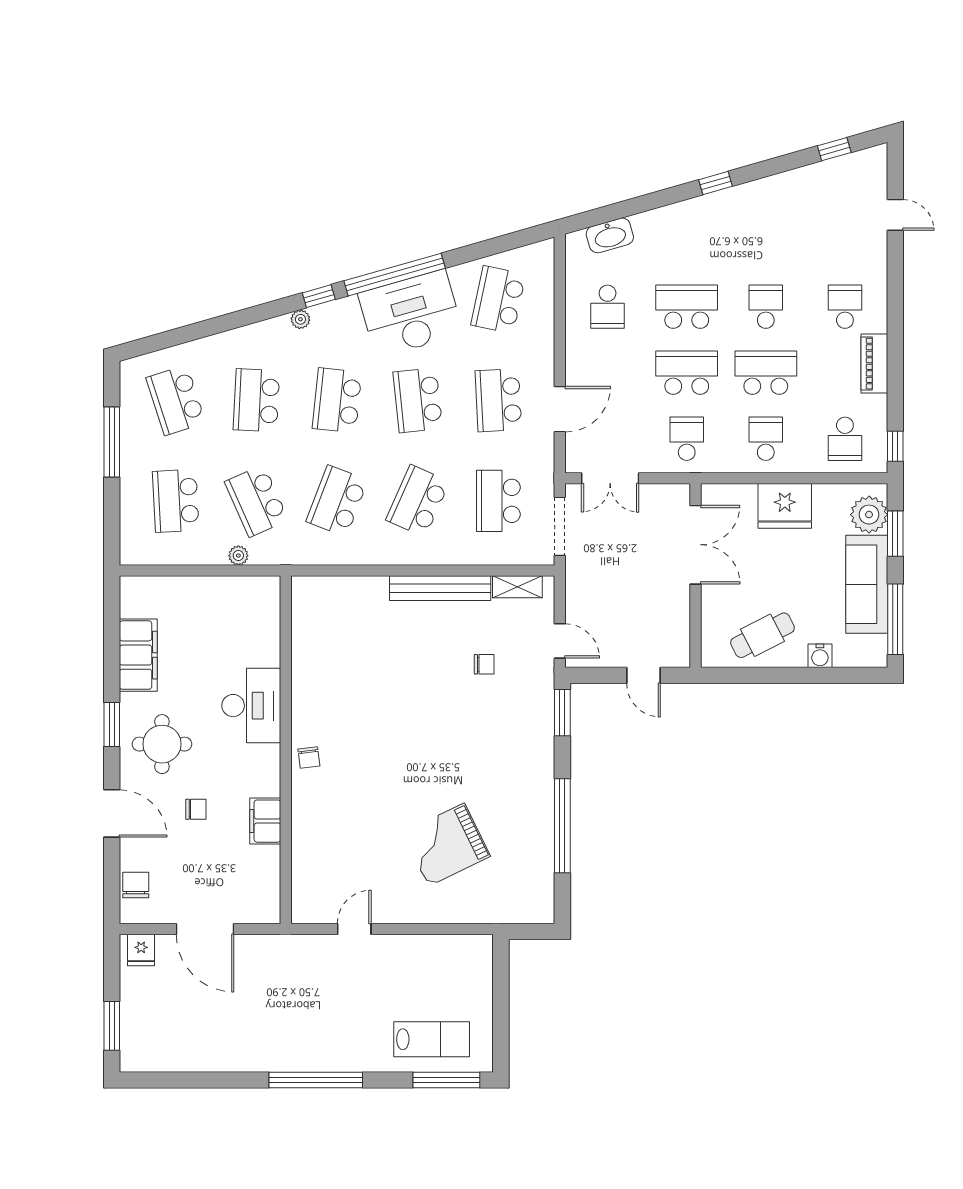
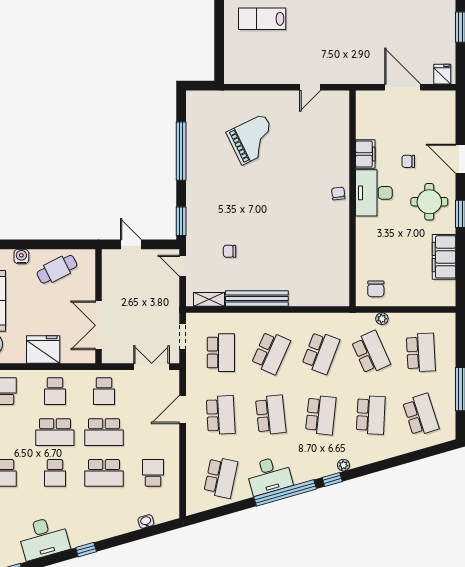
desk: (784, 202) -> (44, 538), added
washbasin: (610, 235) -> (146, 521), width x0.52, depth x0.69
desk: (411, 314) -> (269, 475), width x0.73, depth x0.77
doorway: (560, 526) -> (183, 337), width x0.73
desk: (251, 706) -> (374, 193), moved
chair: (136, 885) -> (376, 289), moved

